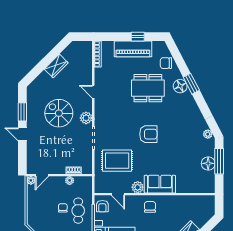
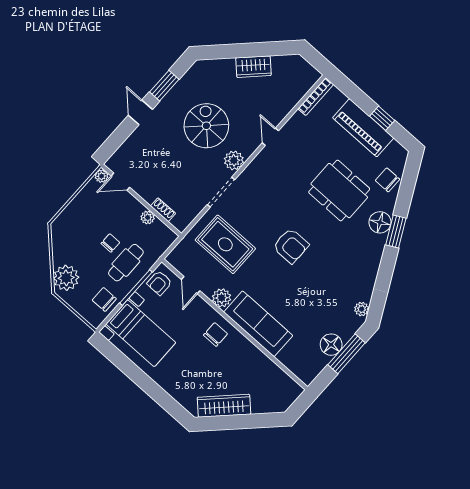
sofa: (160, 184) -> (258, 324), width x1.36

